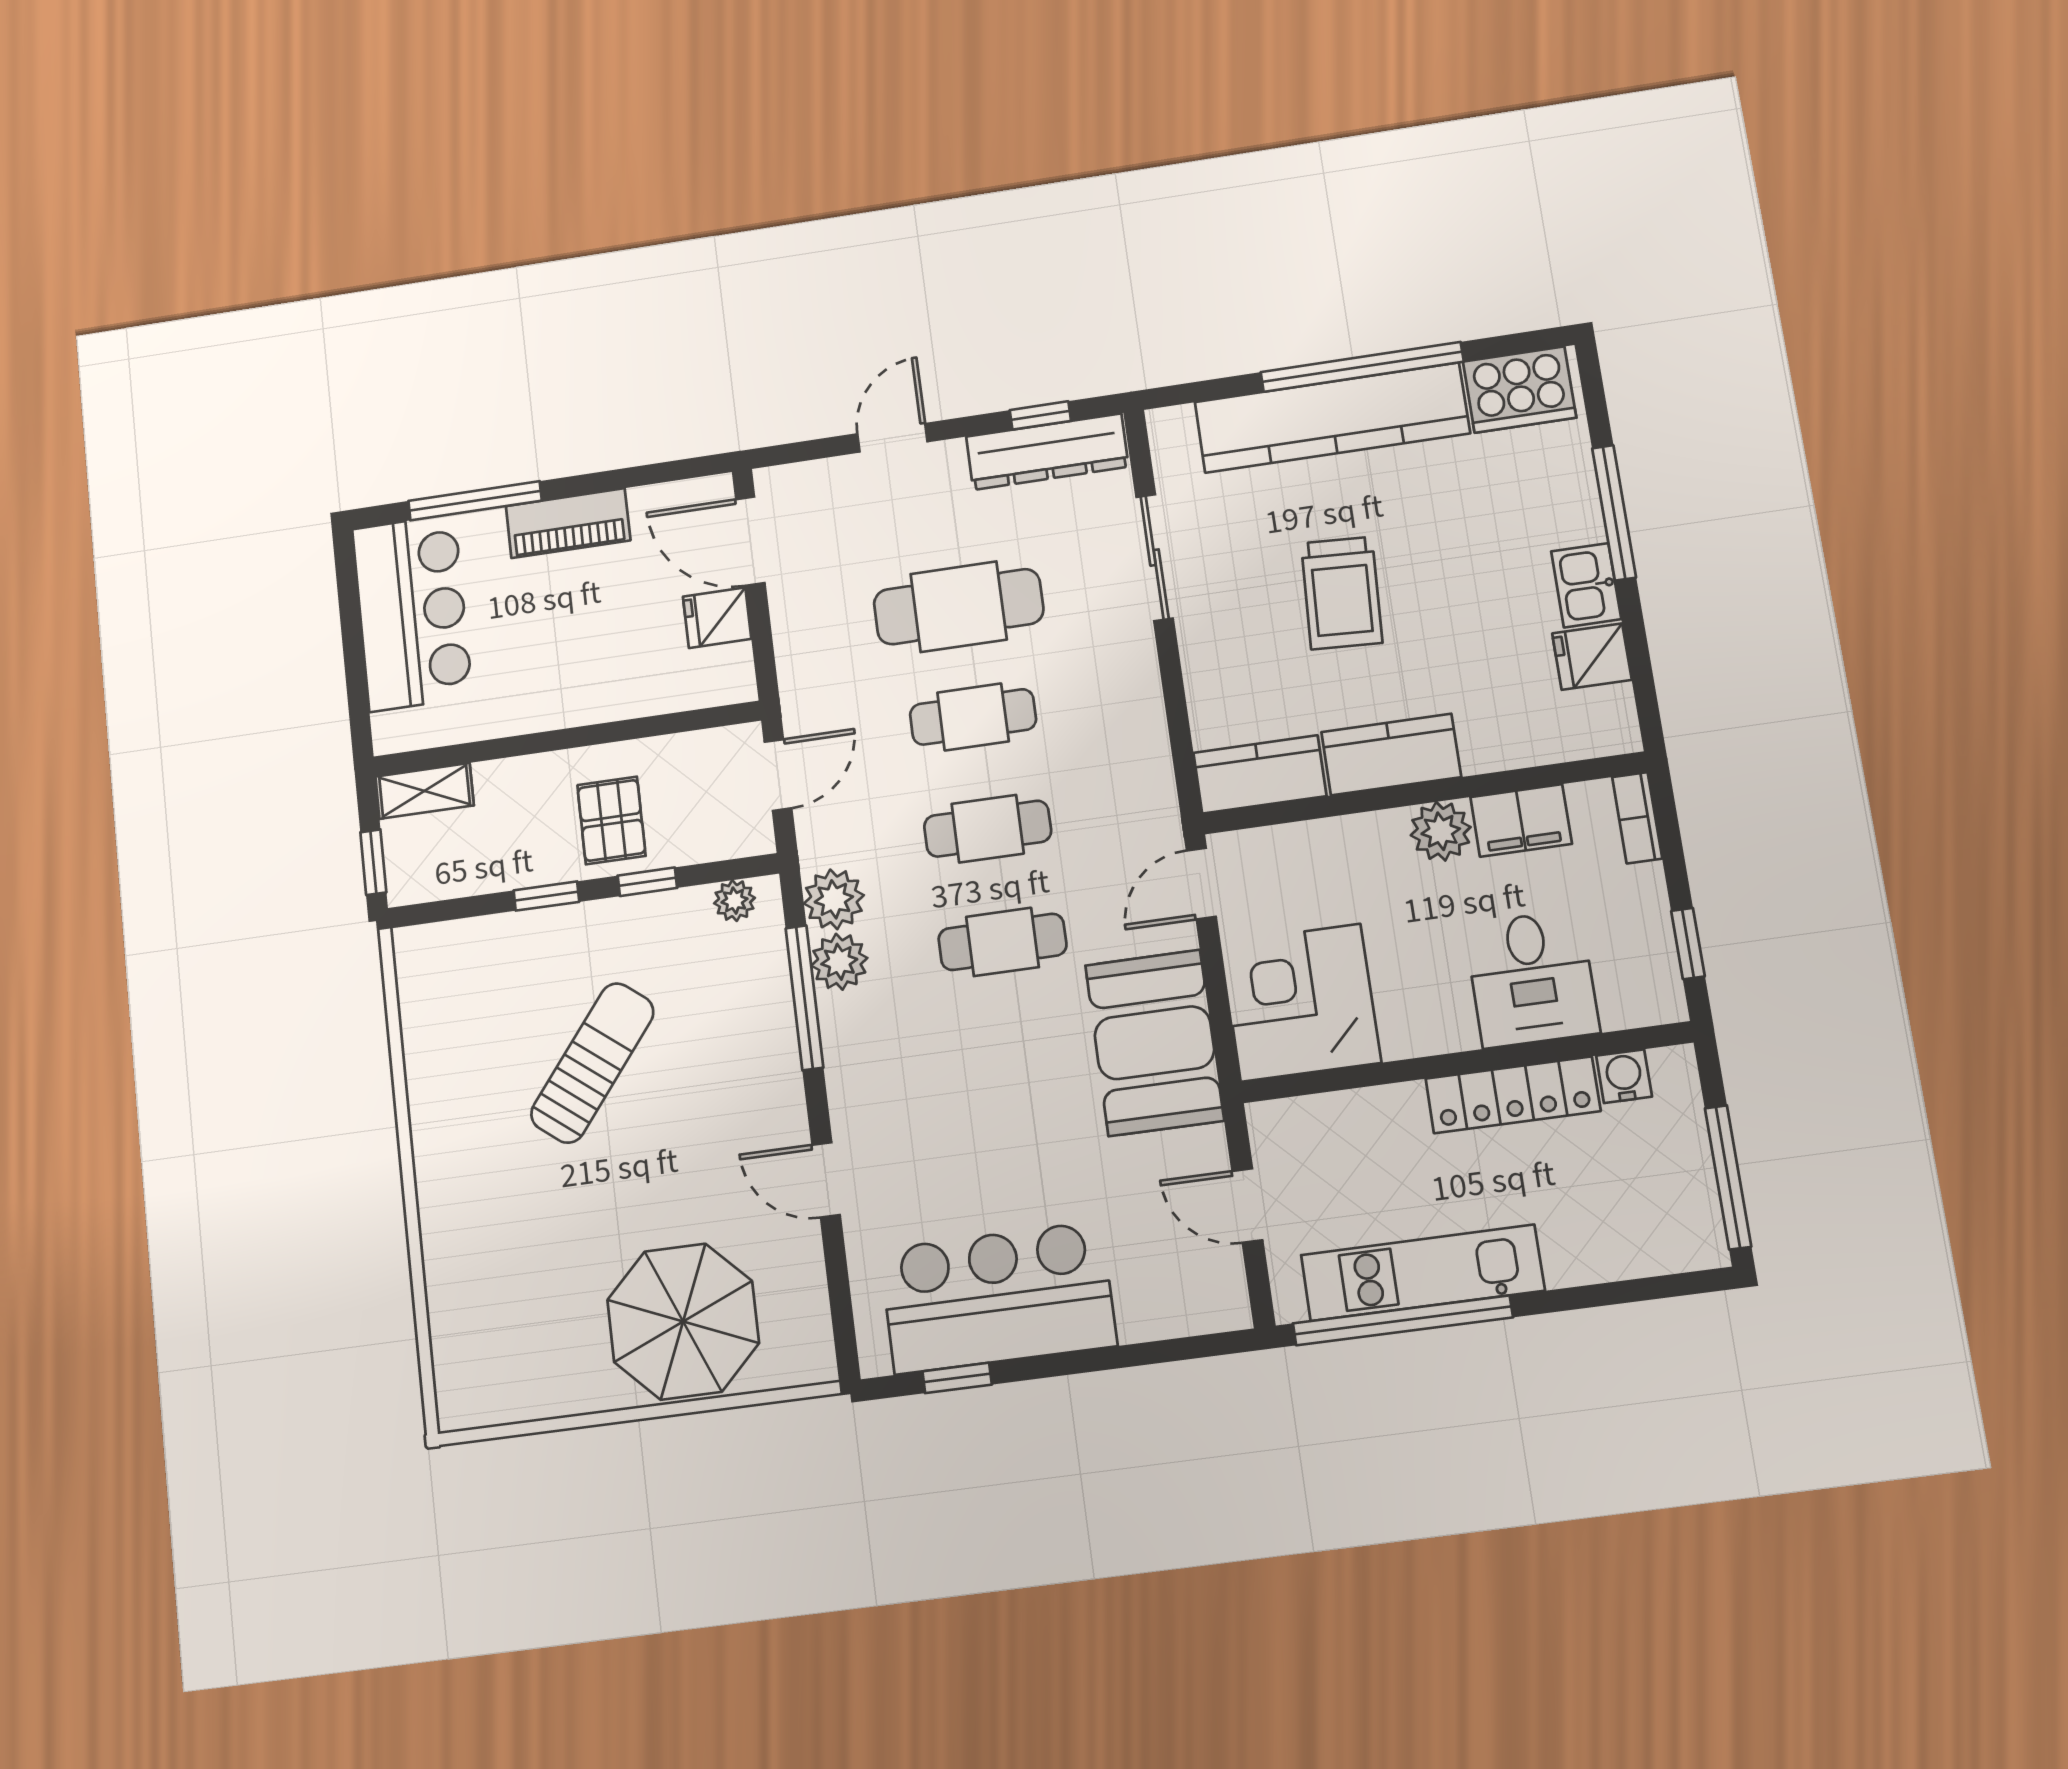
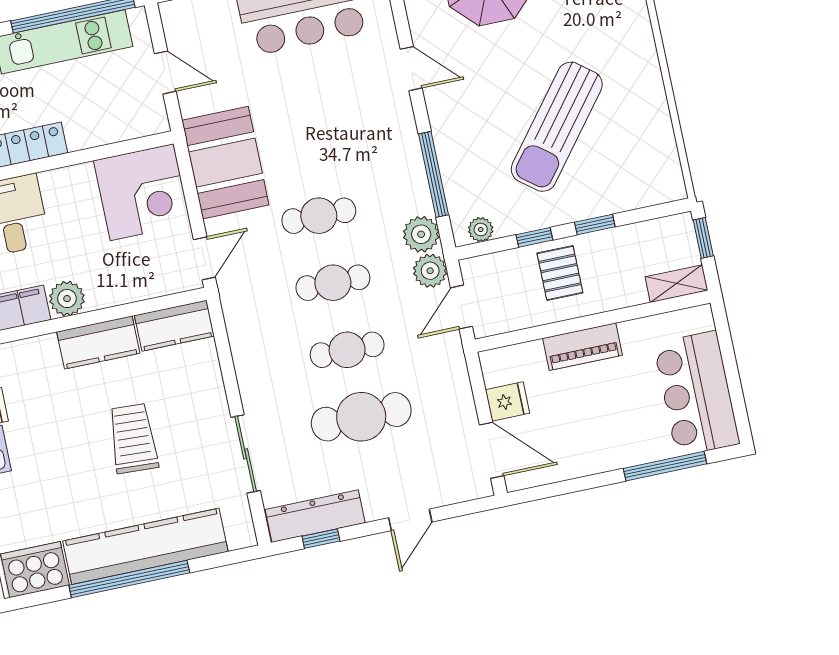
piano: (568, 523) -> (582, 347), moved, turned 180
plant: (839, 962) -> (430, 271), moved
sun lounger: (592, 1063) -> (557, 127), width x1.36, depth x1.34

